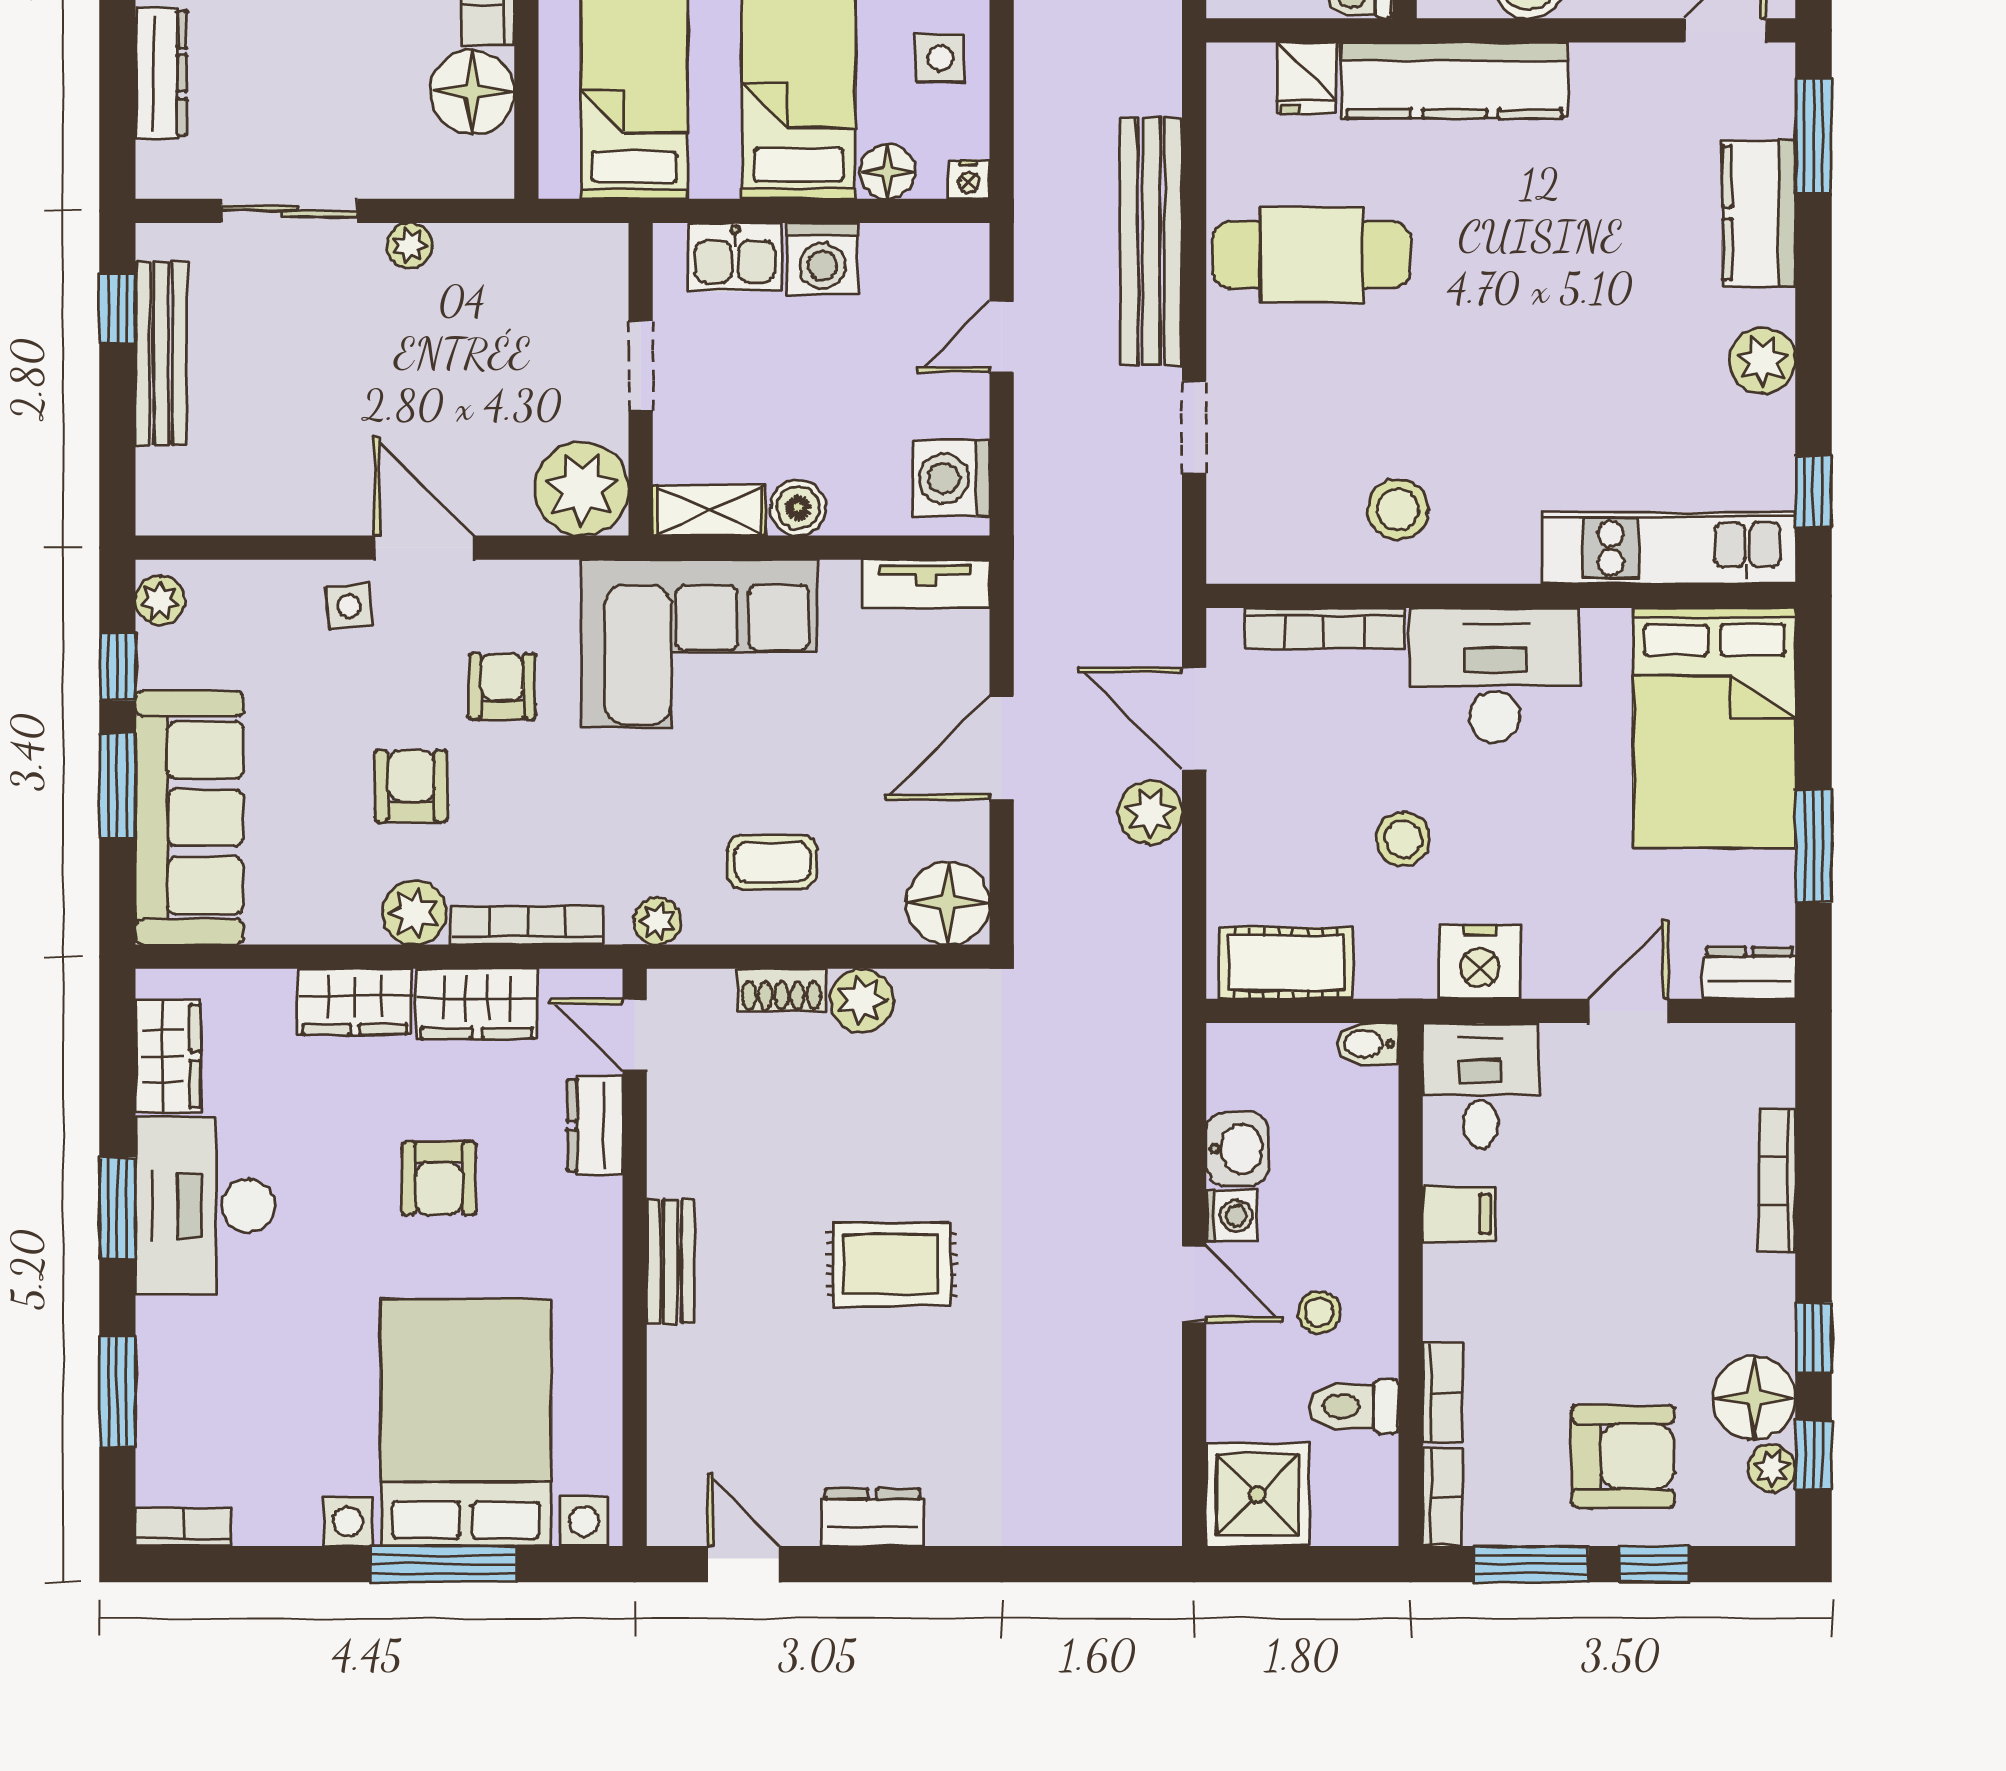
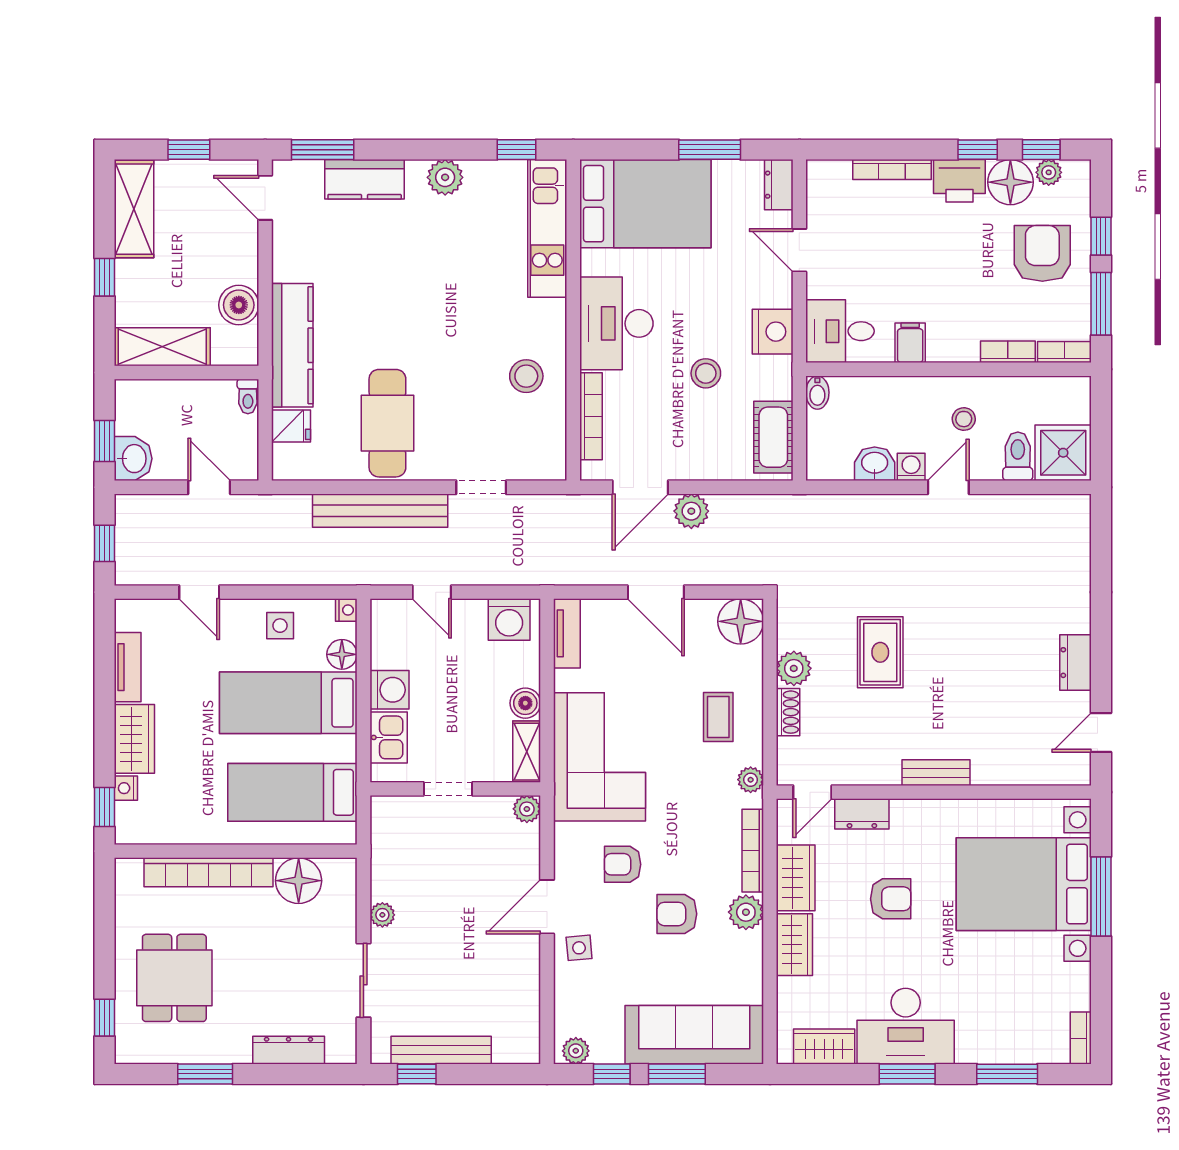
plant: (582, 489) -> (527, 809), width x0.53, depth x0.53
rug: (891, 1264) -> (880, 652), moved
printer: (1756, 1304) -> (959, 181), added
toilet: (1354, 1406) -> (1018, 456), moved, turned 180

